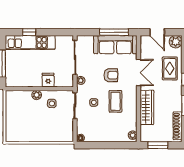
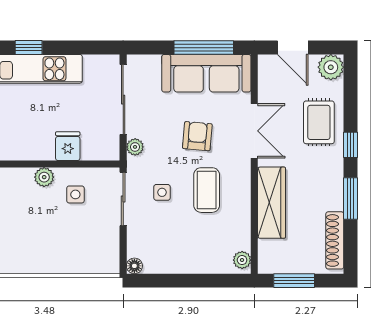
armchair: (111, 75) -> (197, 136), turned -85

